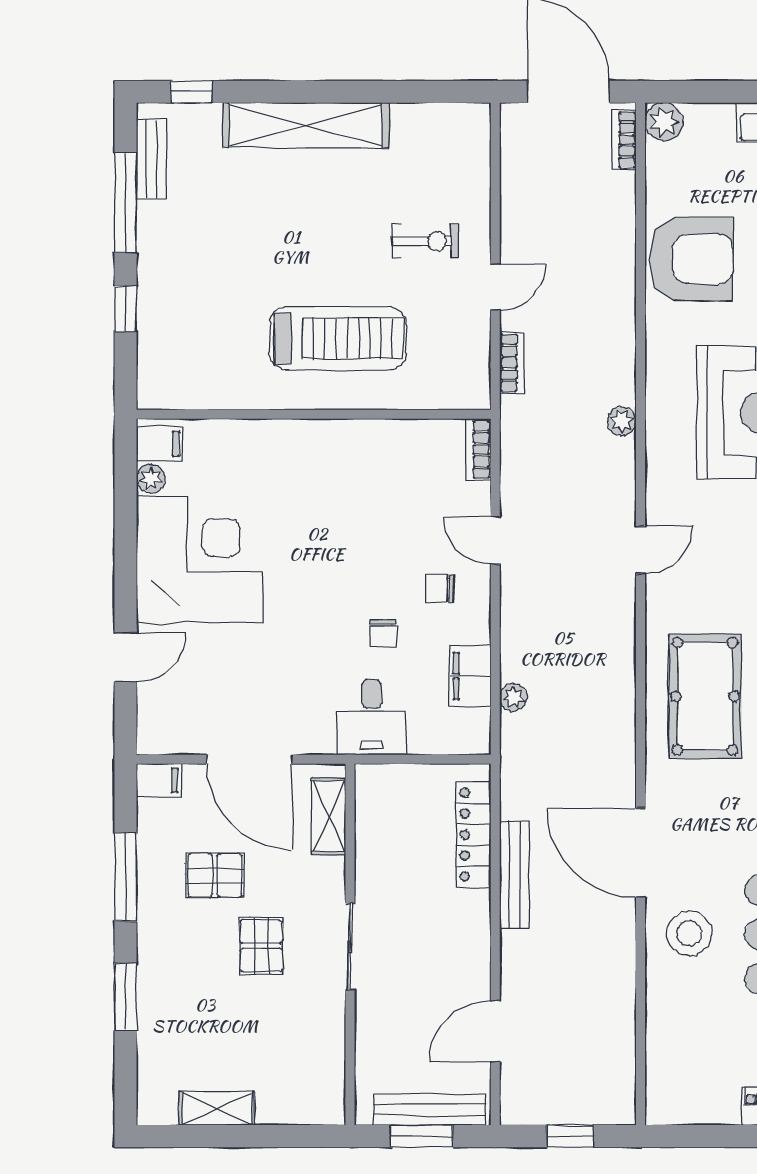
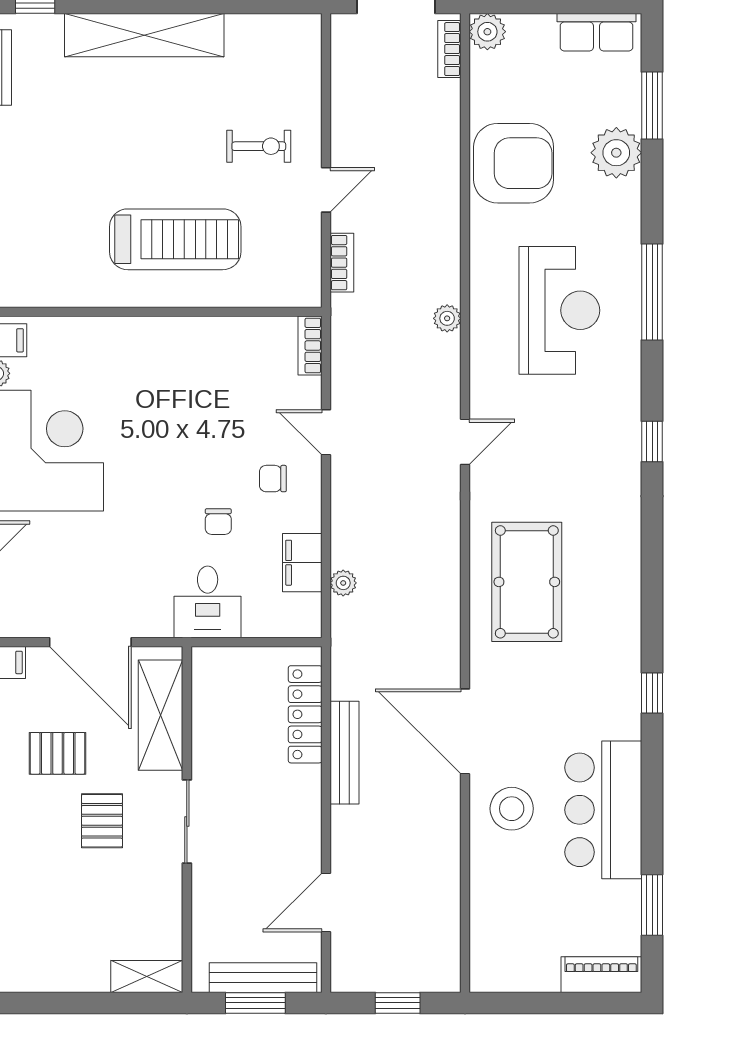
shelving: (328, 816) -> (161, 715), width x1.50, depth x1.33
shelving: (217, 1108) -> (147, 976), moved

